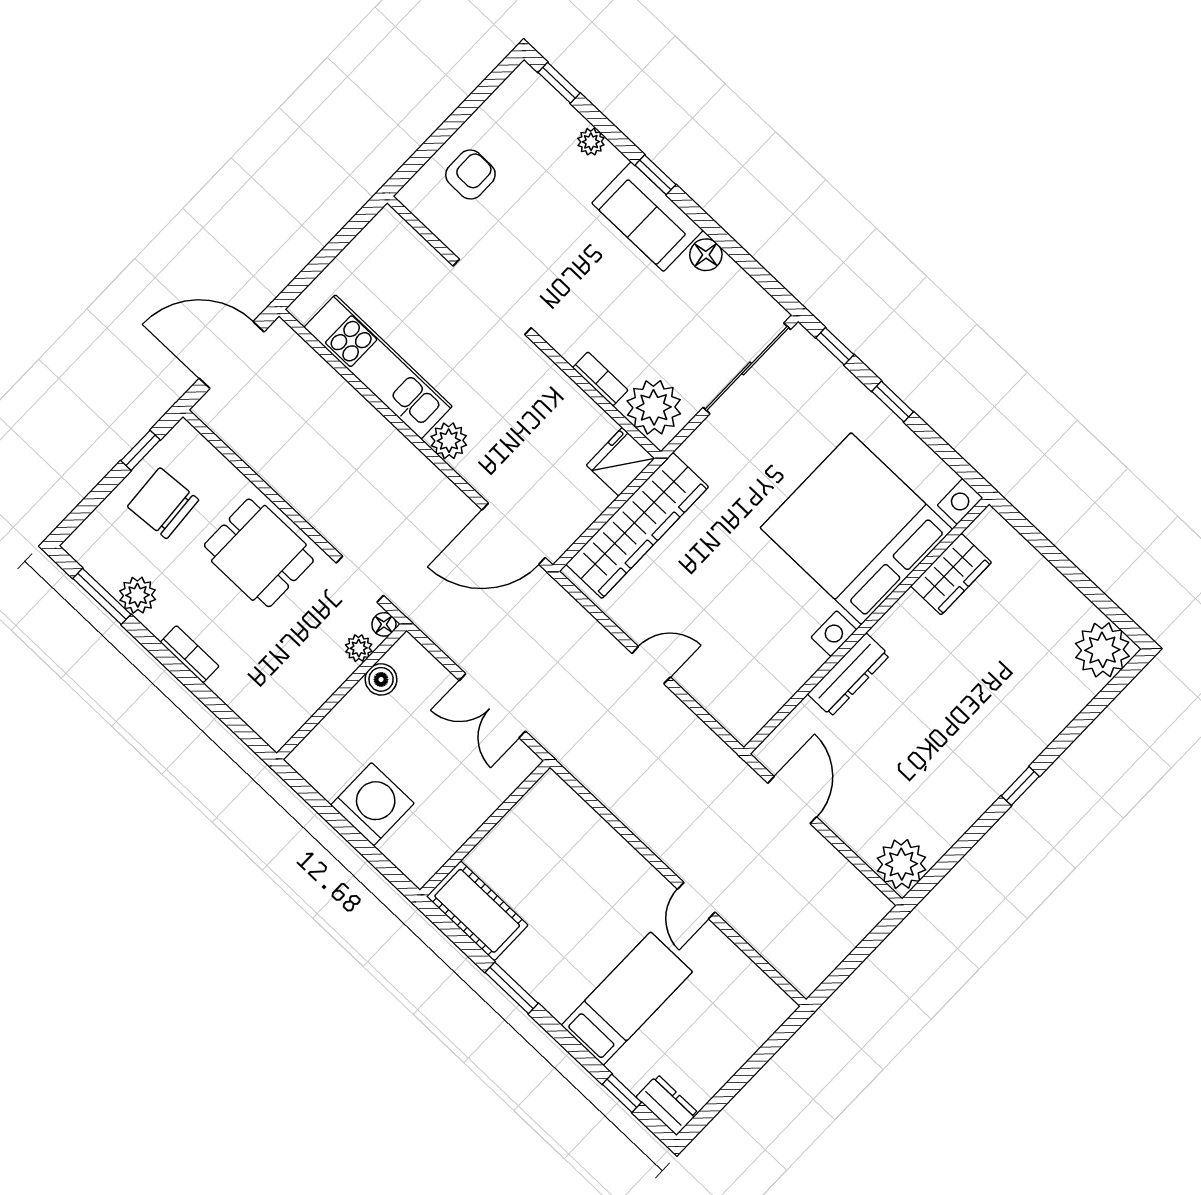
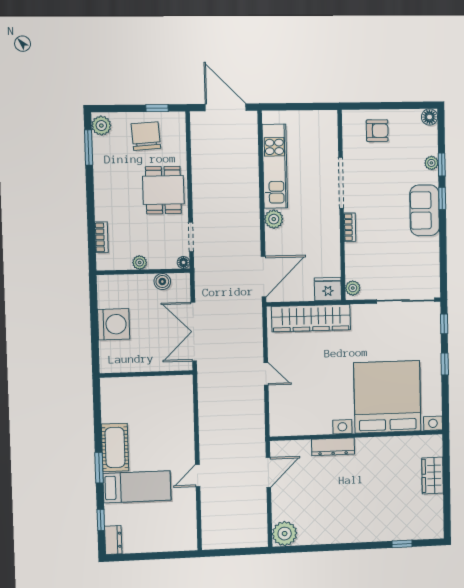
window: (559, 83) -> (442, 165), moved
floor lamp: (706, 255) -> (430, 117), moved
bookcase: (600, 379) -> (350, 227), moved
plant: (654, 407) -> (353, 288), width x0.53, depth x0.53
door: (514, 534) -> (264, 277), swing flipped
wardrobe: (951, 574) -> (433, 475), moved, turned 90
plant: (138, 595) -> (101, 126), moved
plant: (359, 648) -> (140, 262), moved
plant: (1102, 650) -> (430, 525), removed
bookcase: (190, 654) -> (101, 237), moved
double door: (492, 706) -> (194, 332), width x1.37
window: (1020, 786) -> (402, 544), moved
cot: (477, 911) -> (115, 447), moved
window: (512, 988) -> (99, 468), moved

